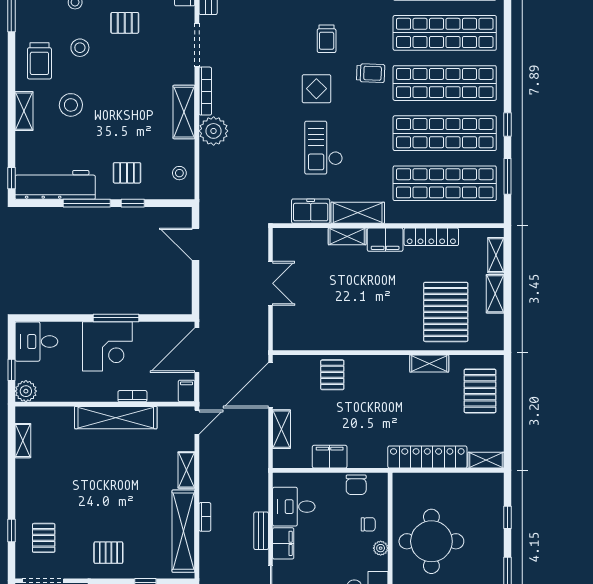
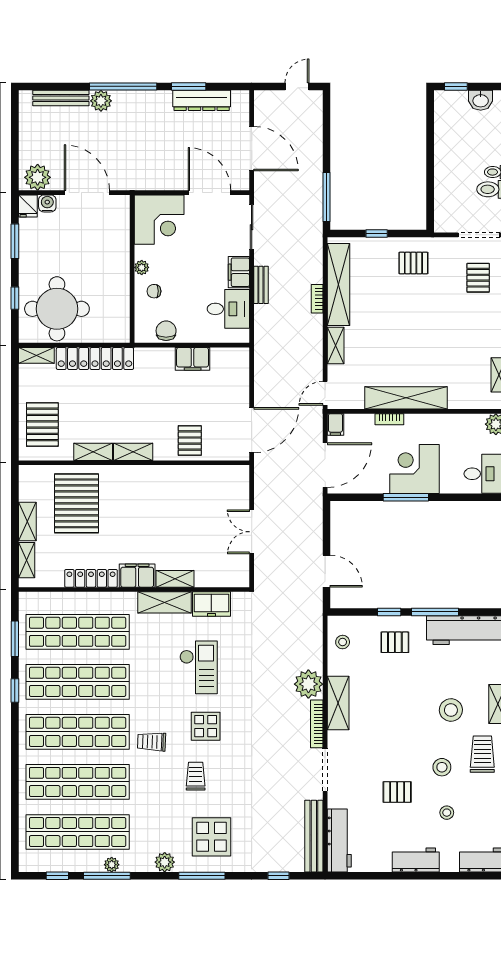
shelving: (281, 429) -> (133, 452), moved, turned 90
round table: (431, 541) -> (57, 309), moved

